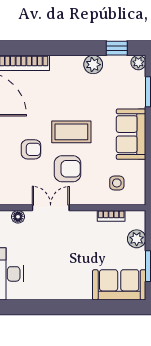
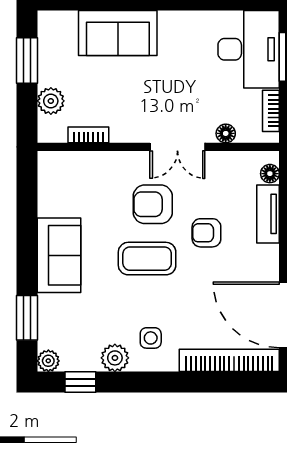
side table: (117, 183) -> (151, 338), moved
sofa: (119, 285) -> (118, 33), moved

